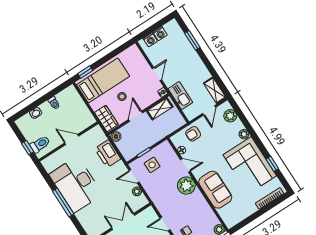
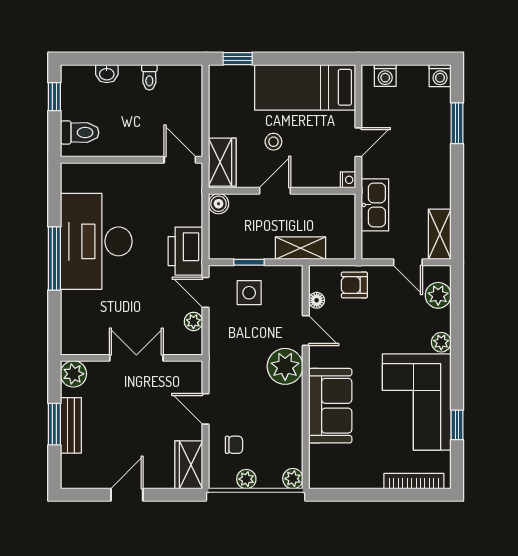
washing machine: (160, 33) -> (440, 76), moved
bed: (103, 80) -> (305, 87), moved, turned 180
shelving: (160, 109) -> (301, 248), moved
door: (209, 110) -> (408, 262), hinge flipped
door: (72, 140) -> (180, 160), moved
window: (28, 148) -> (54, 97), moved
printer: (108, 154) -> (185, 251), moved

